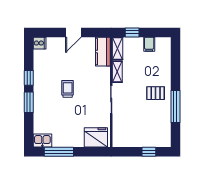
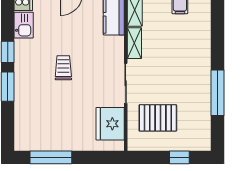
pallet: (156, 93) -> (158, 118), moved, width x1.50, depth x1.42
fridge: (96, 137) -> (110, 124), moved, turned -90
kitchen sink: (42, 140) -> (24, 25), moved, turned 90

